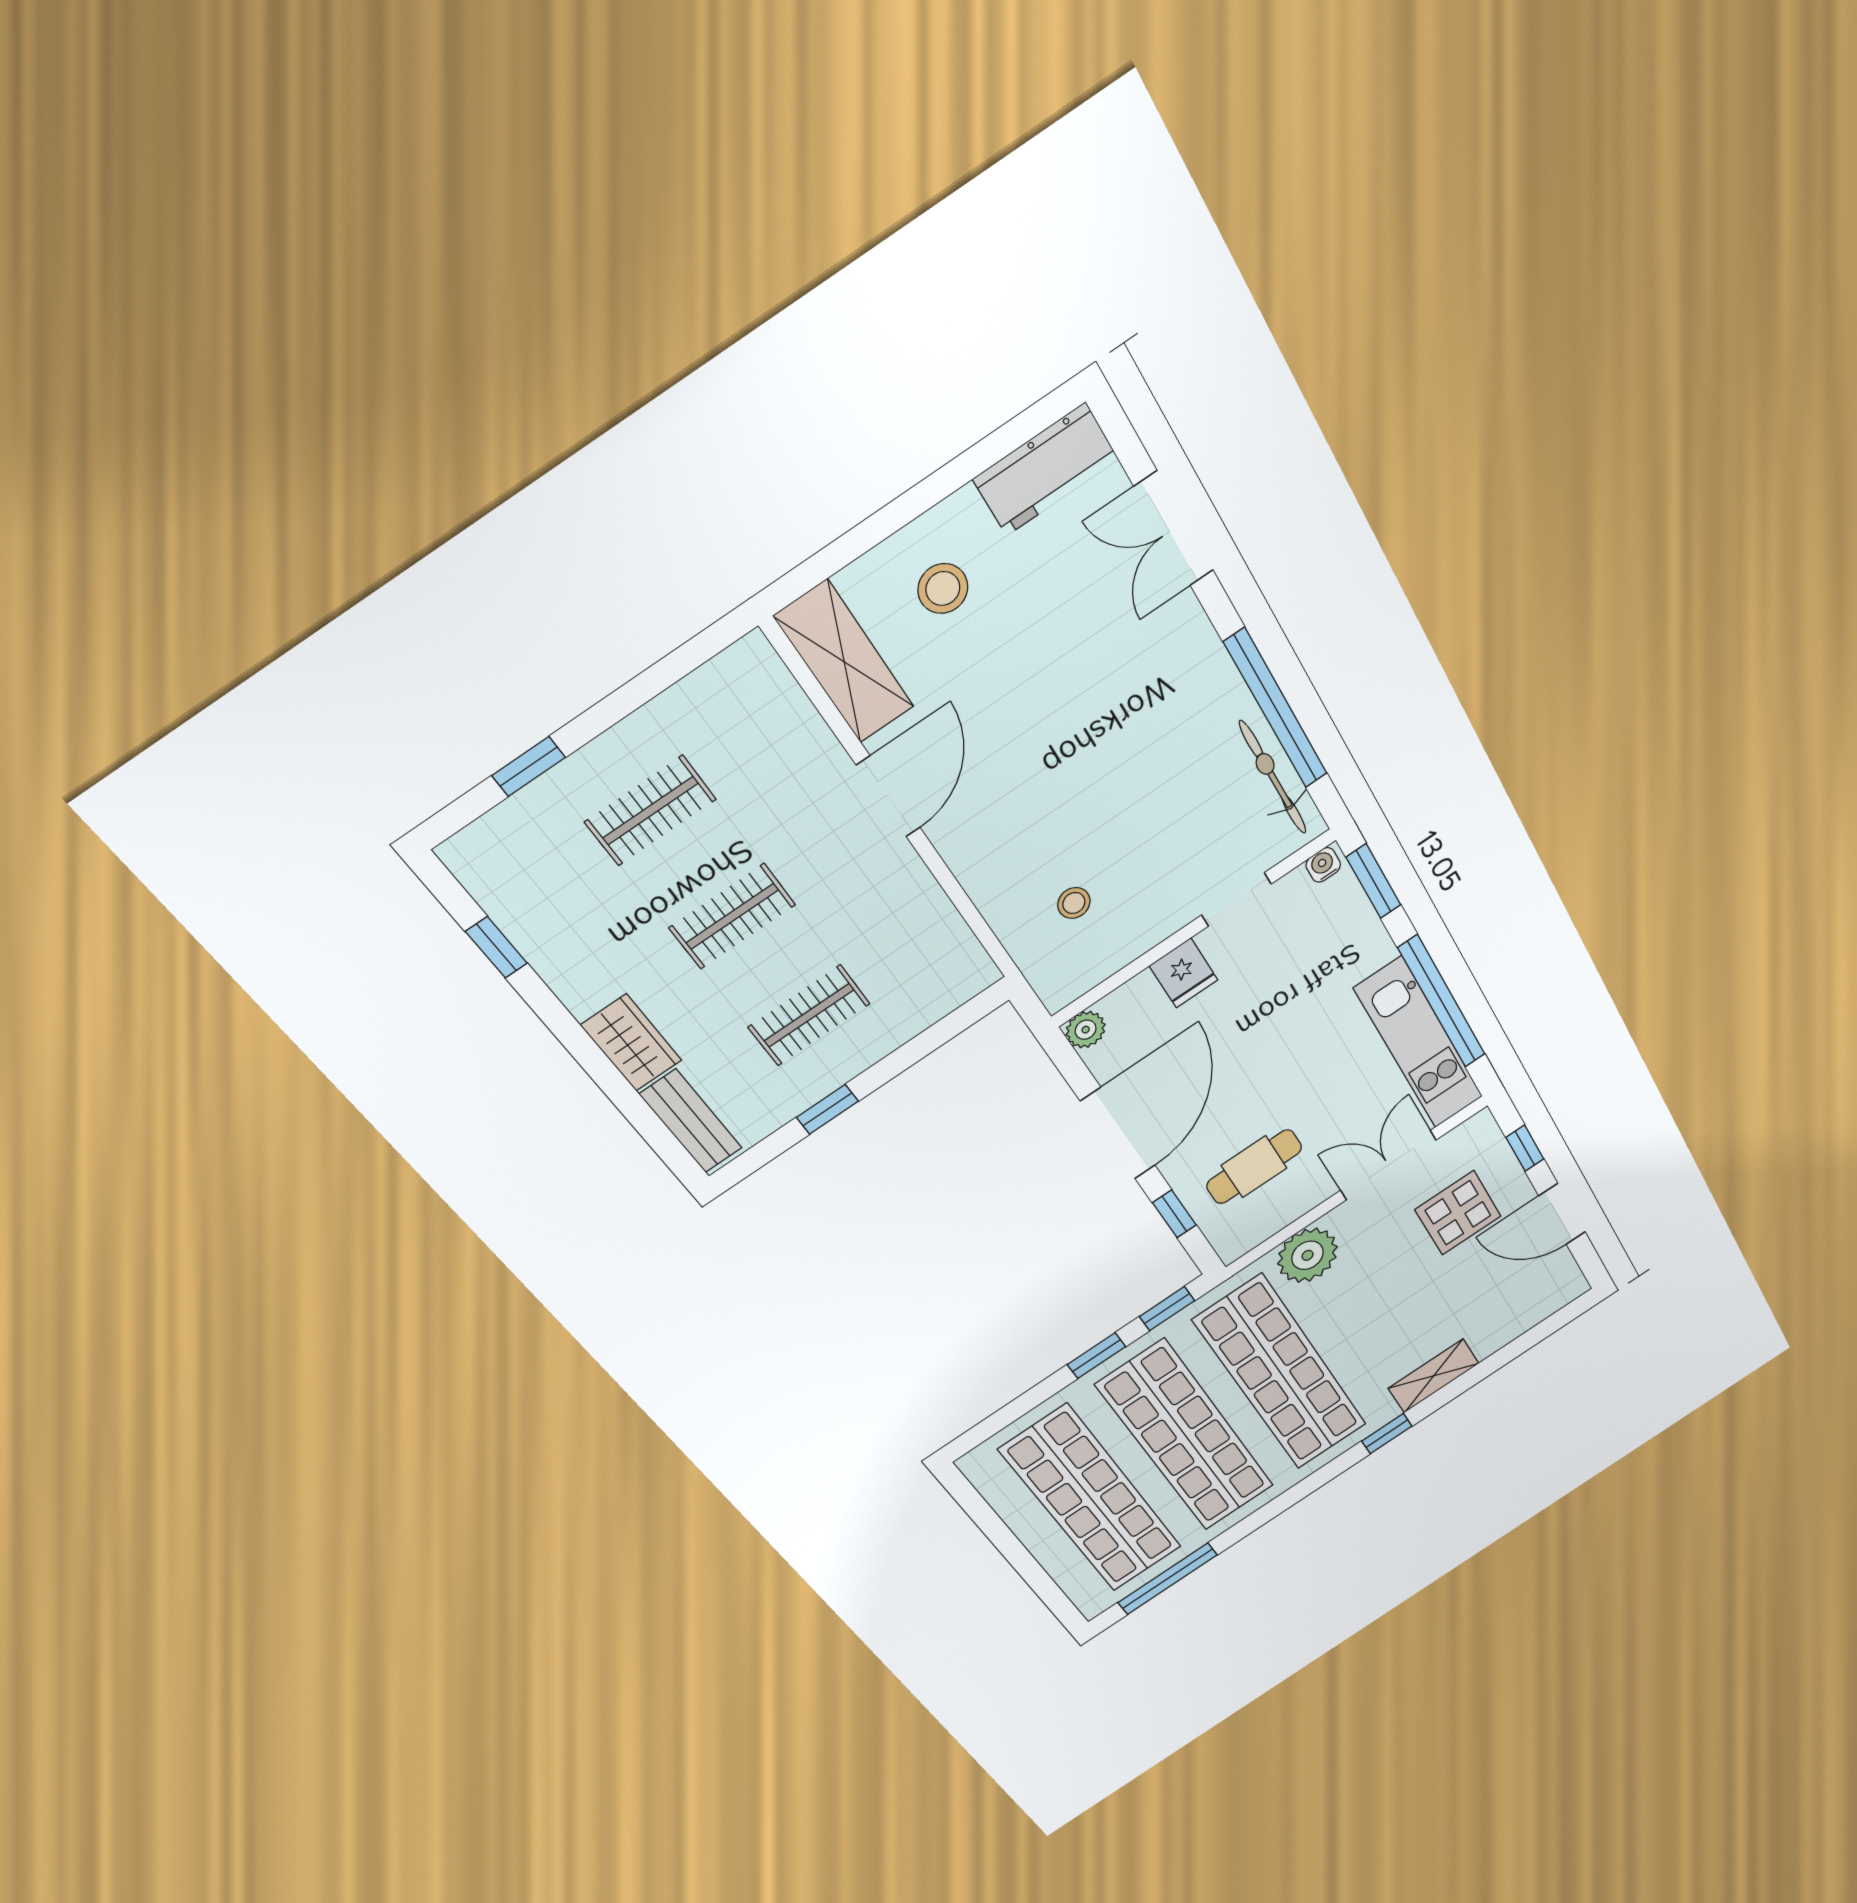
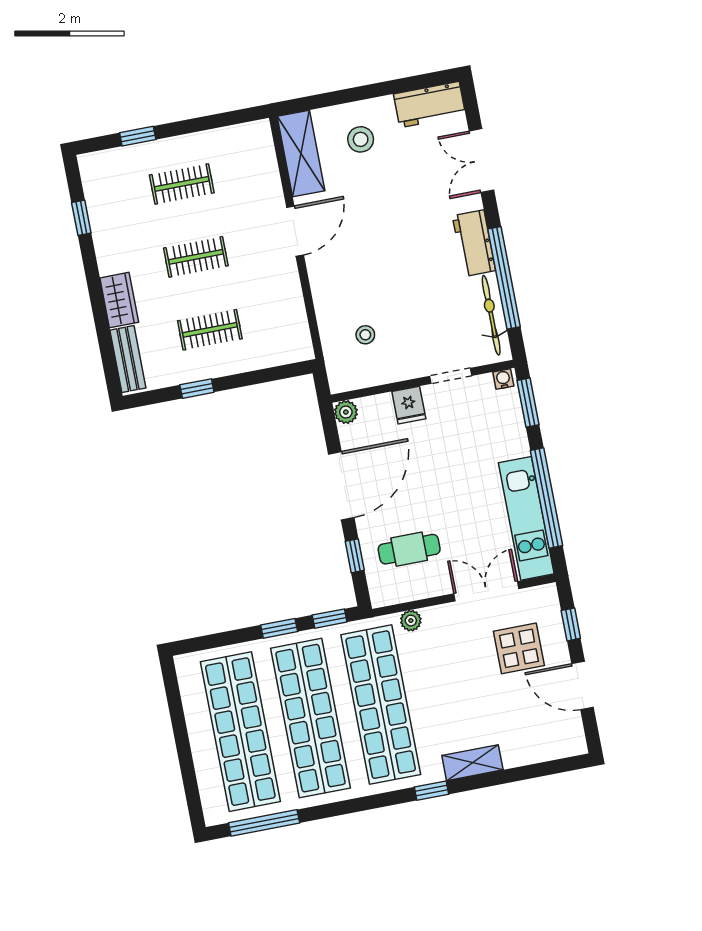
workbench: (1207, 675) -> (474, 243), added
plant: (1307, 1255) -> (411, 621), width x0.53, depth x0.53

